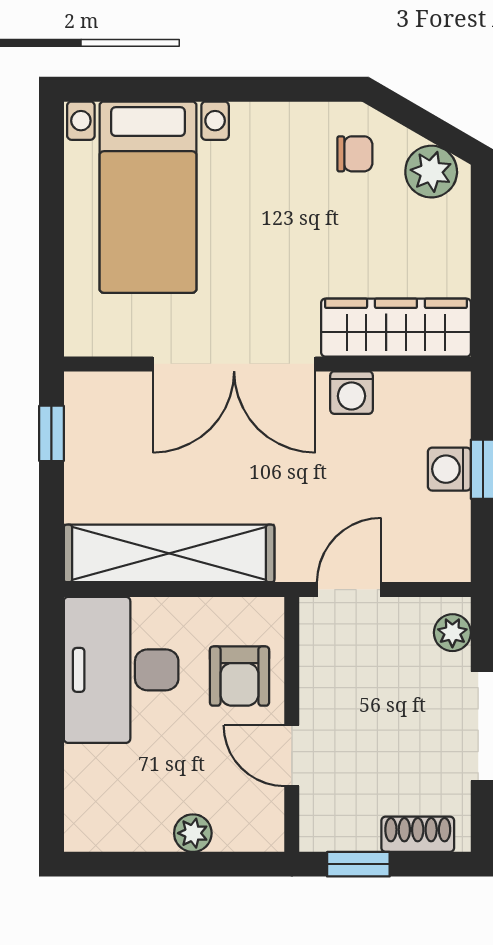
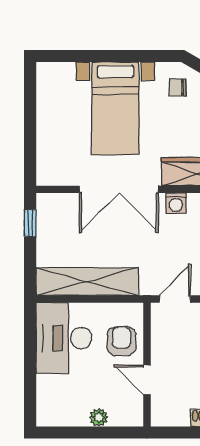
chair: (355, 154) -> (178, 87), turned 180
bed with nightstands: (148, 197) -> (115, 108), moved
armchair: (239, 676) -> (122, 341), turned 180
window: (358, 864) -> (179, 432), removed

